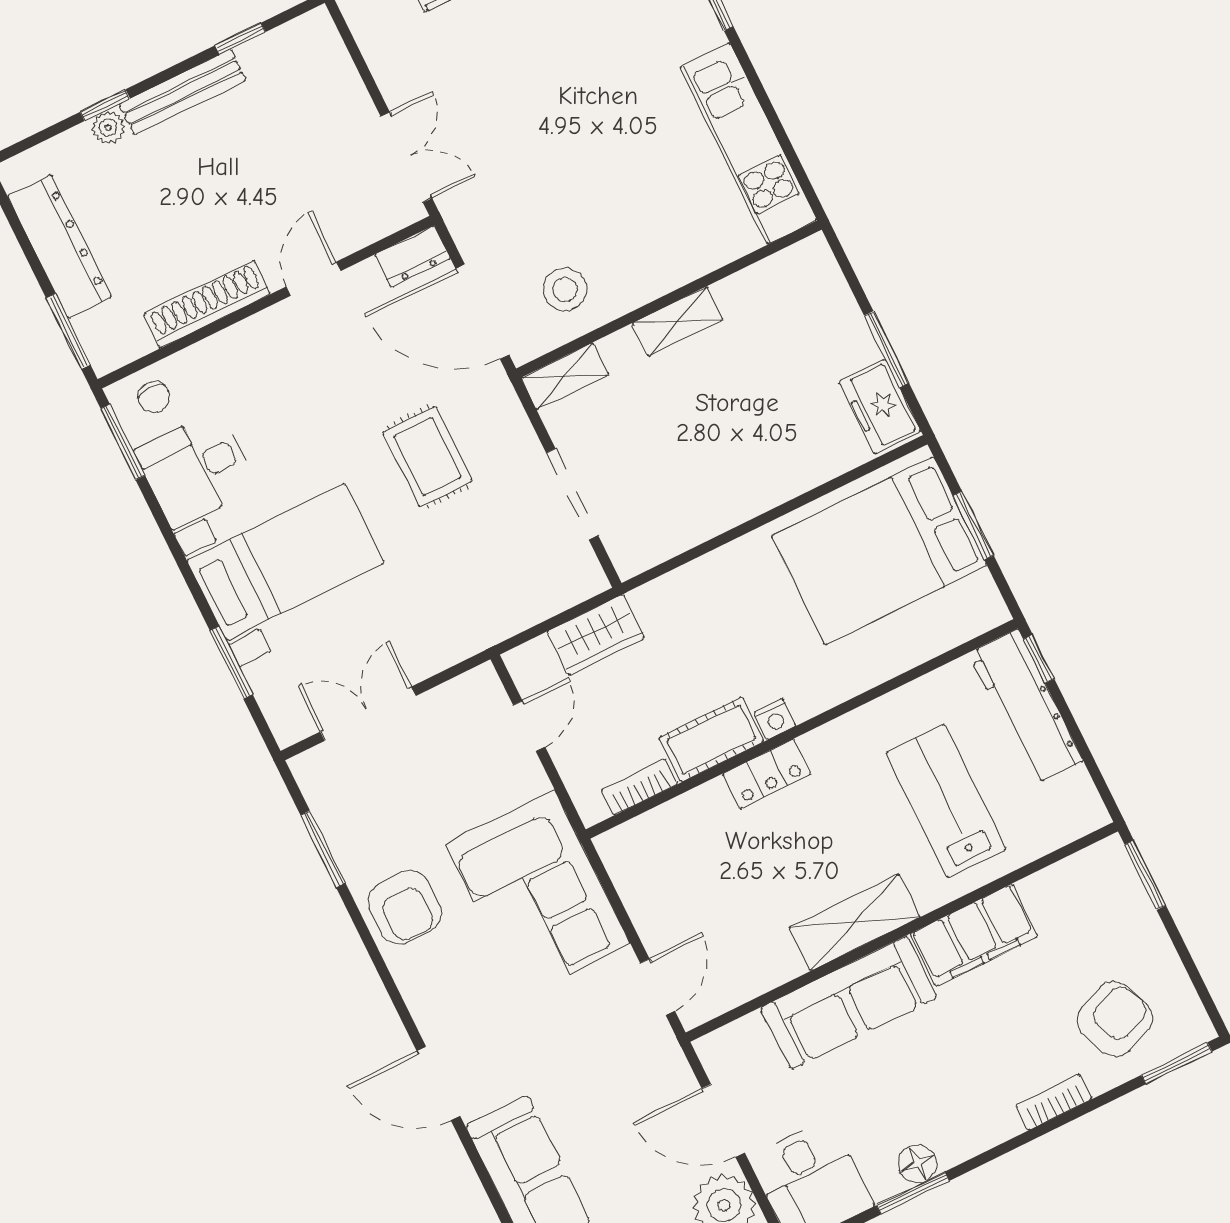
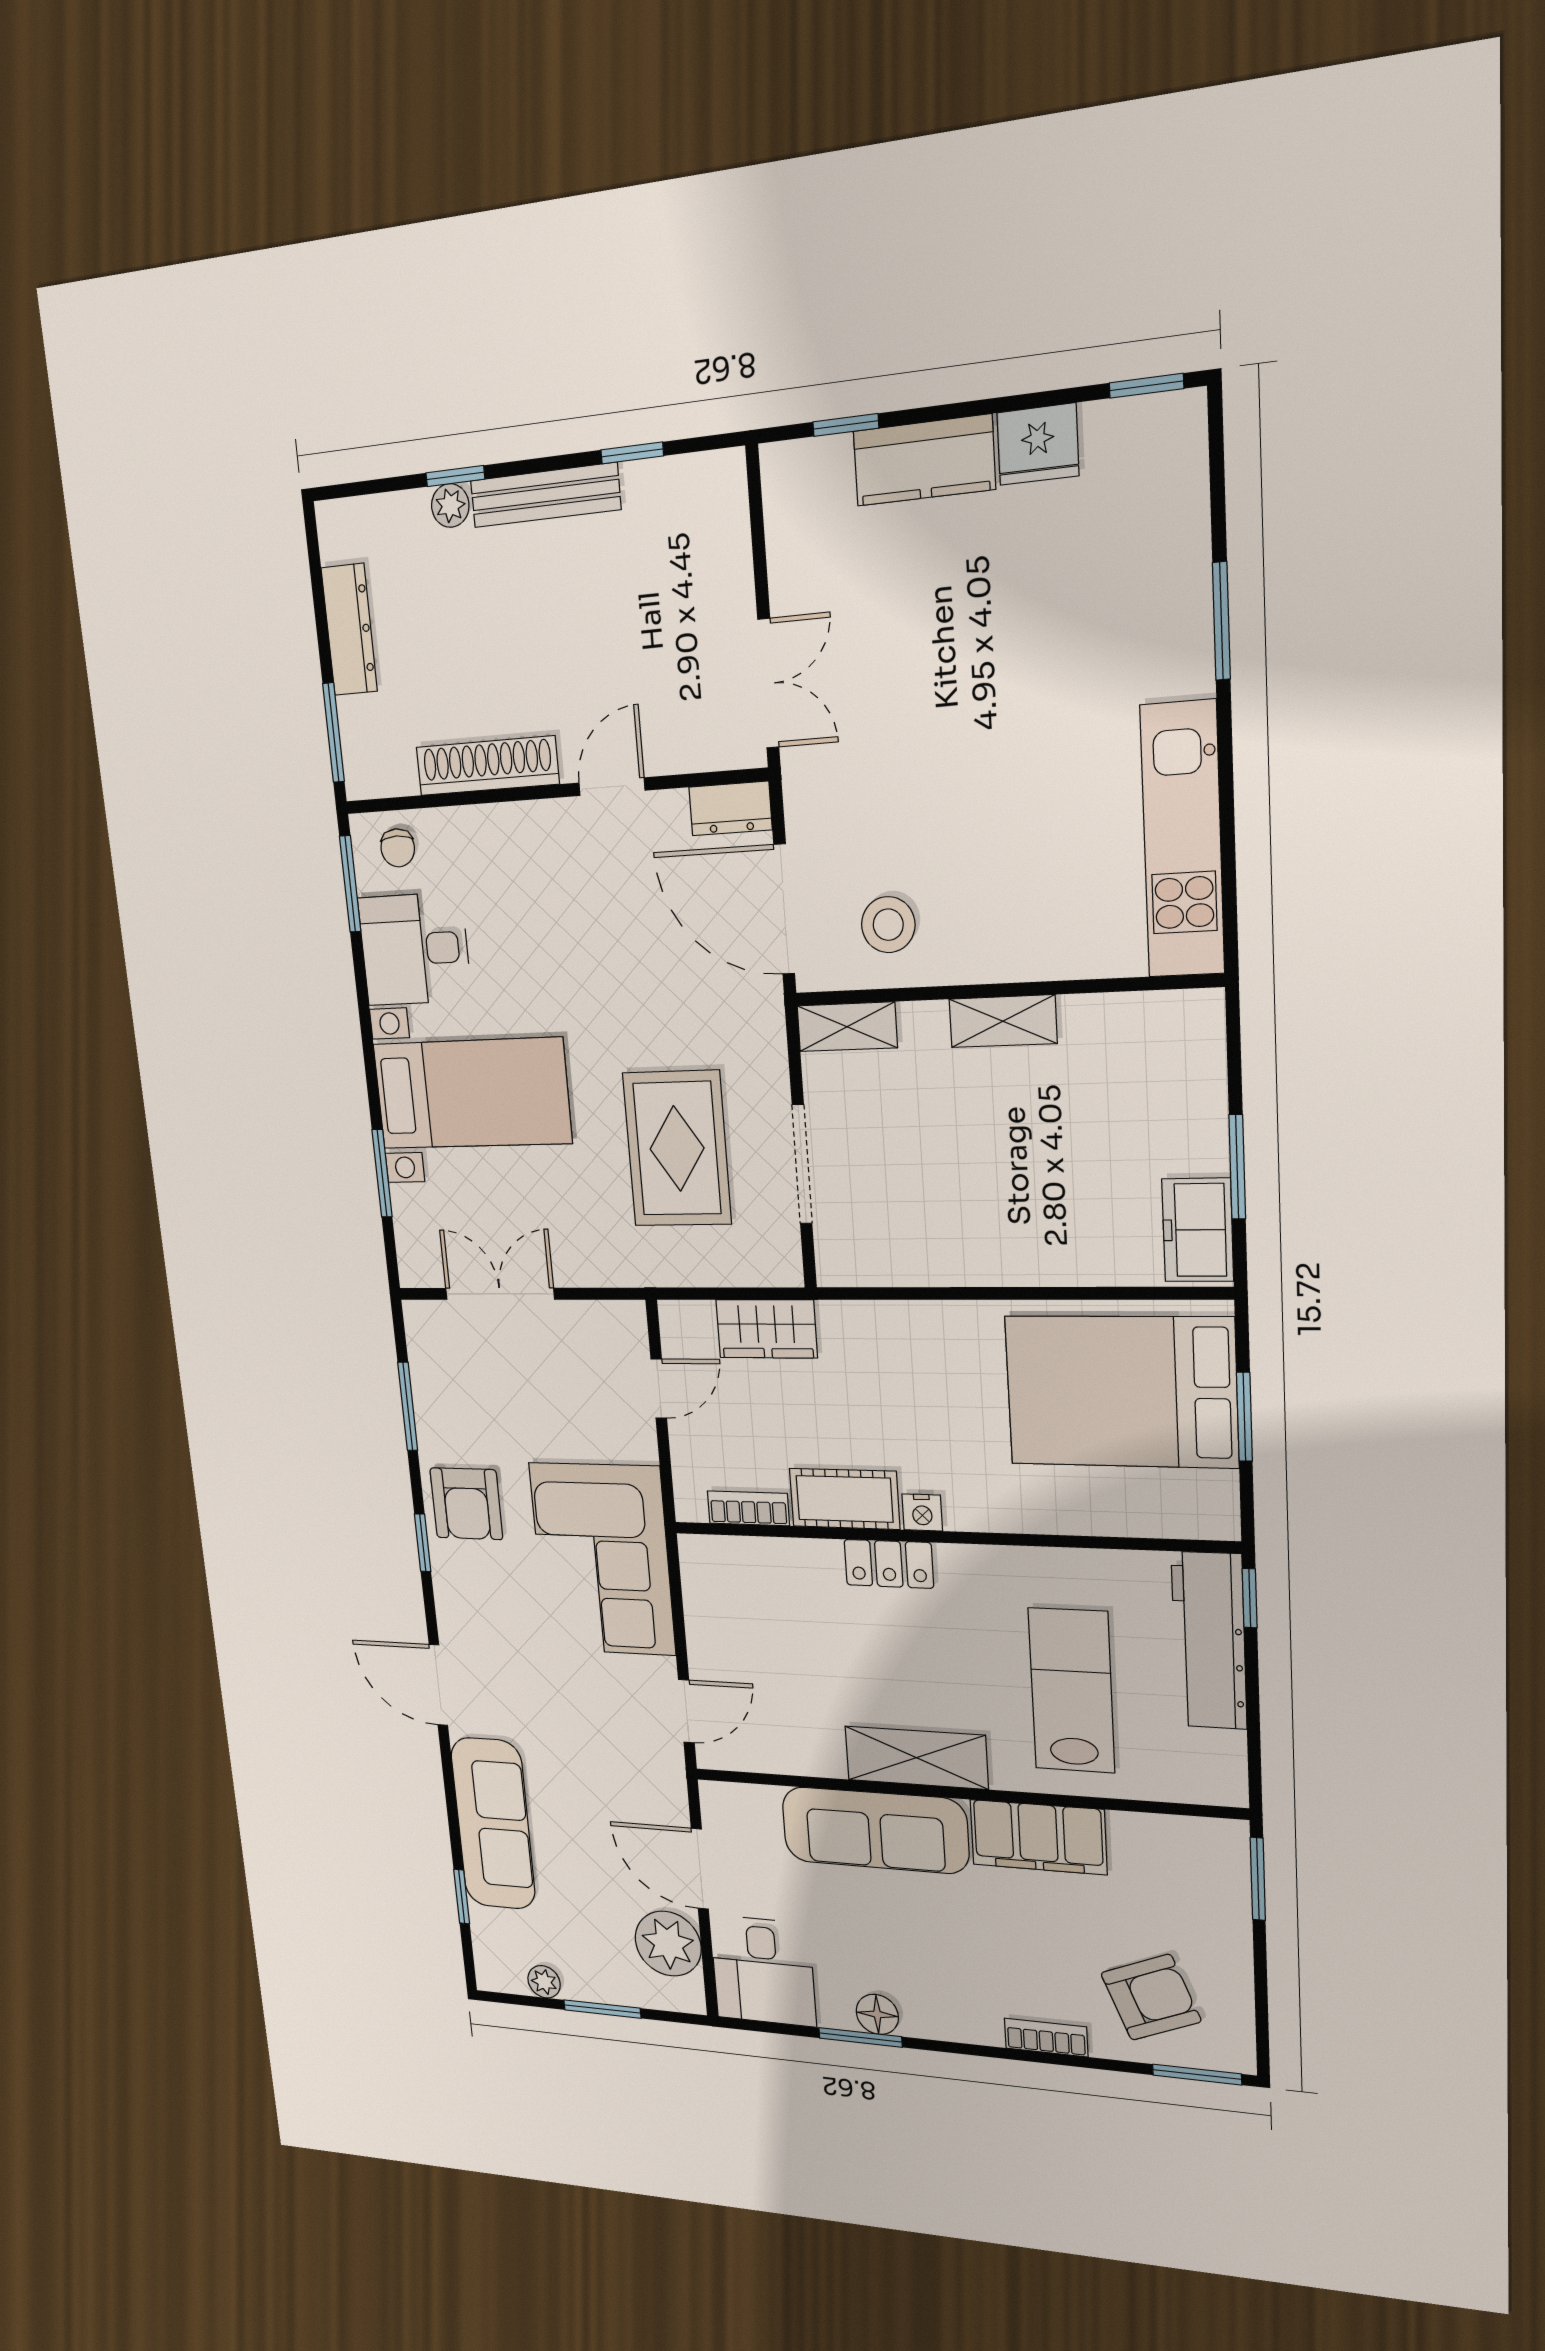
dresser: (60, 247) -> (349, 630), width x0.73, depth x0.80
rug: (428, 457) -> (677, 1149), moved, width x1.36, depth x1.43
window: (379, 962) -> (423, 1543), added

